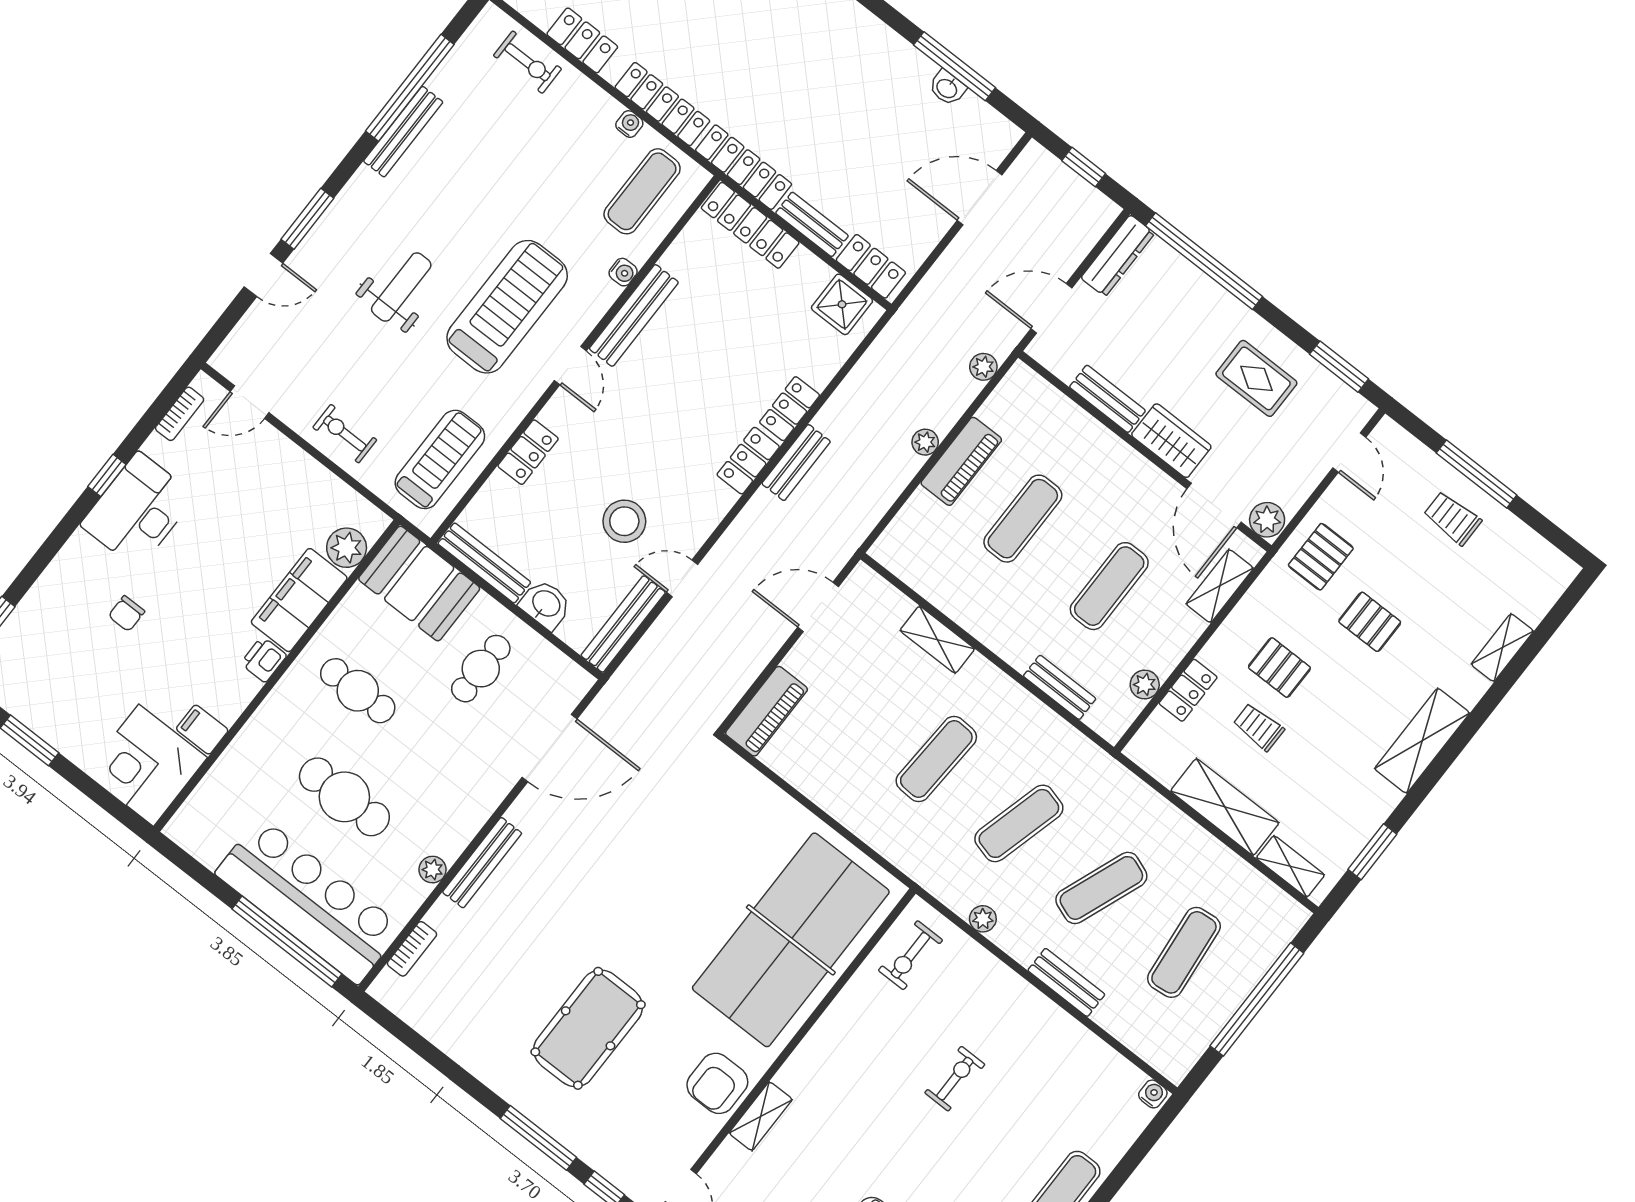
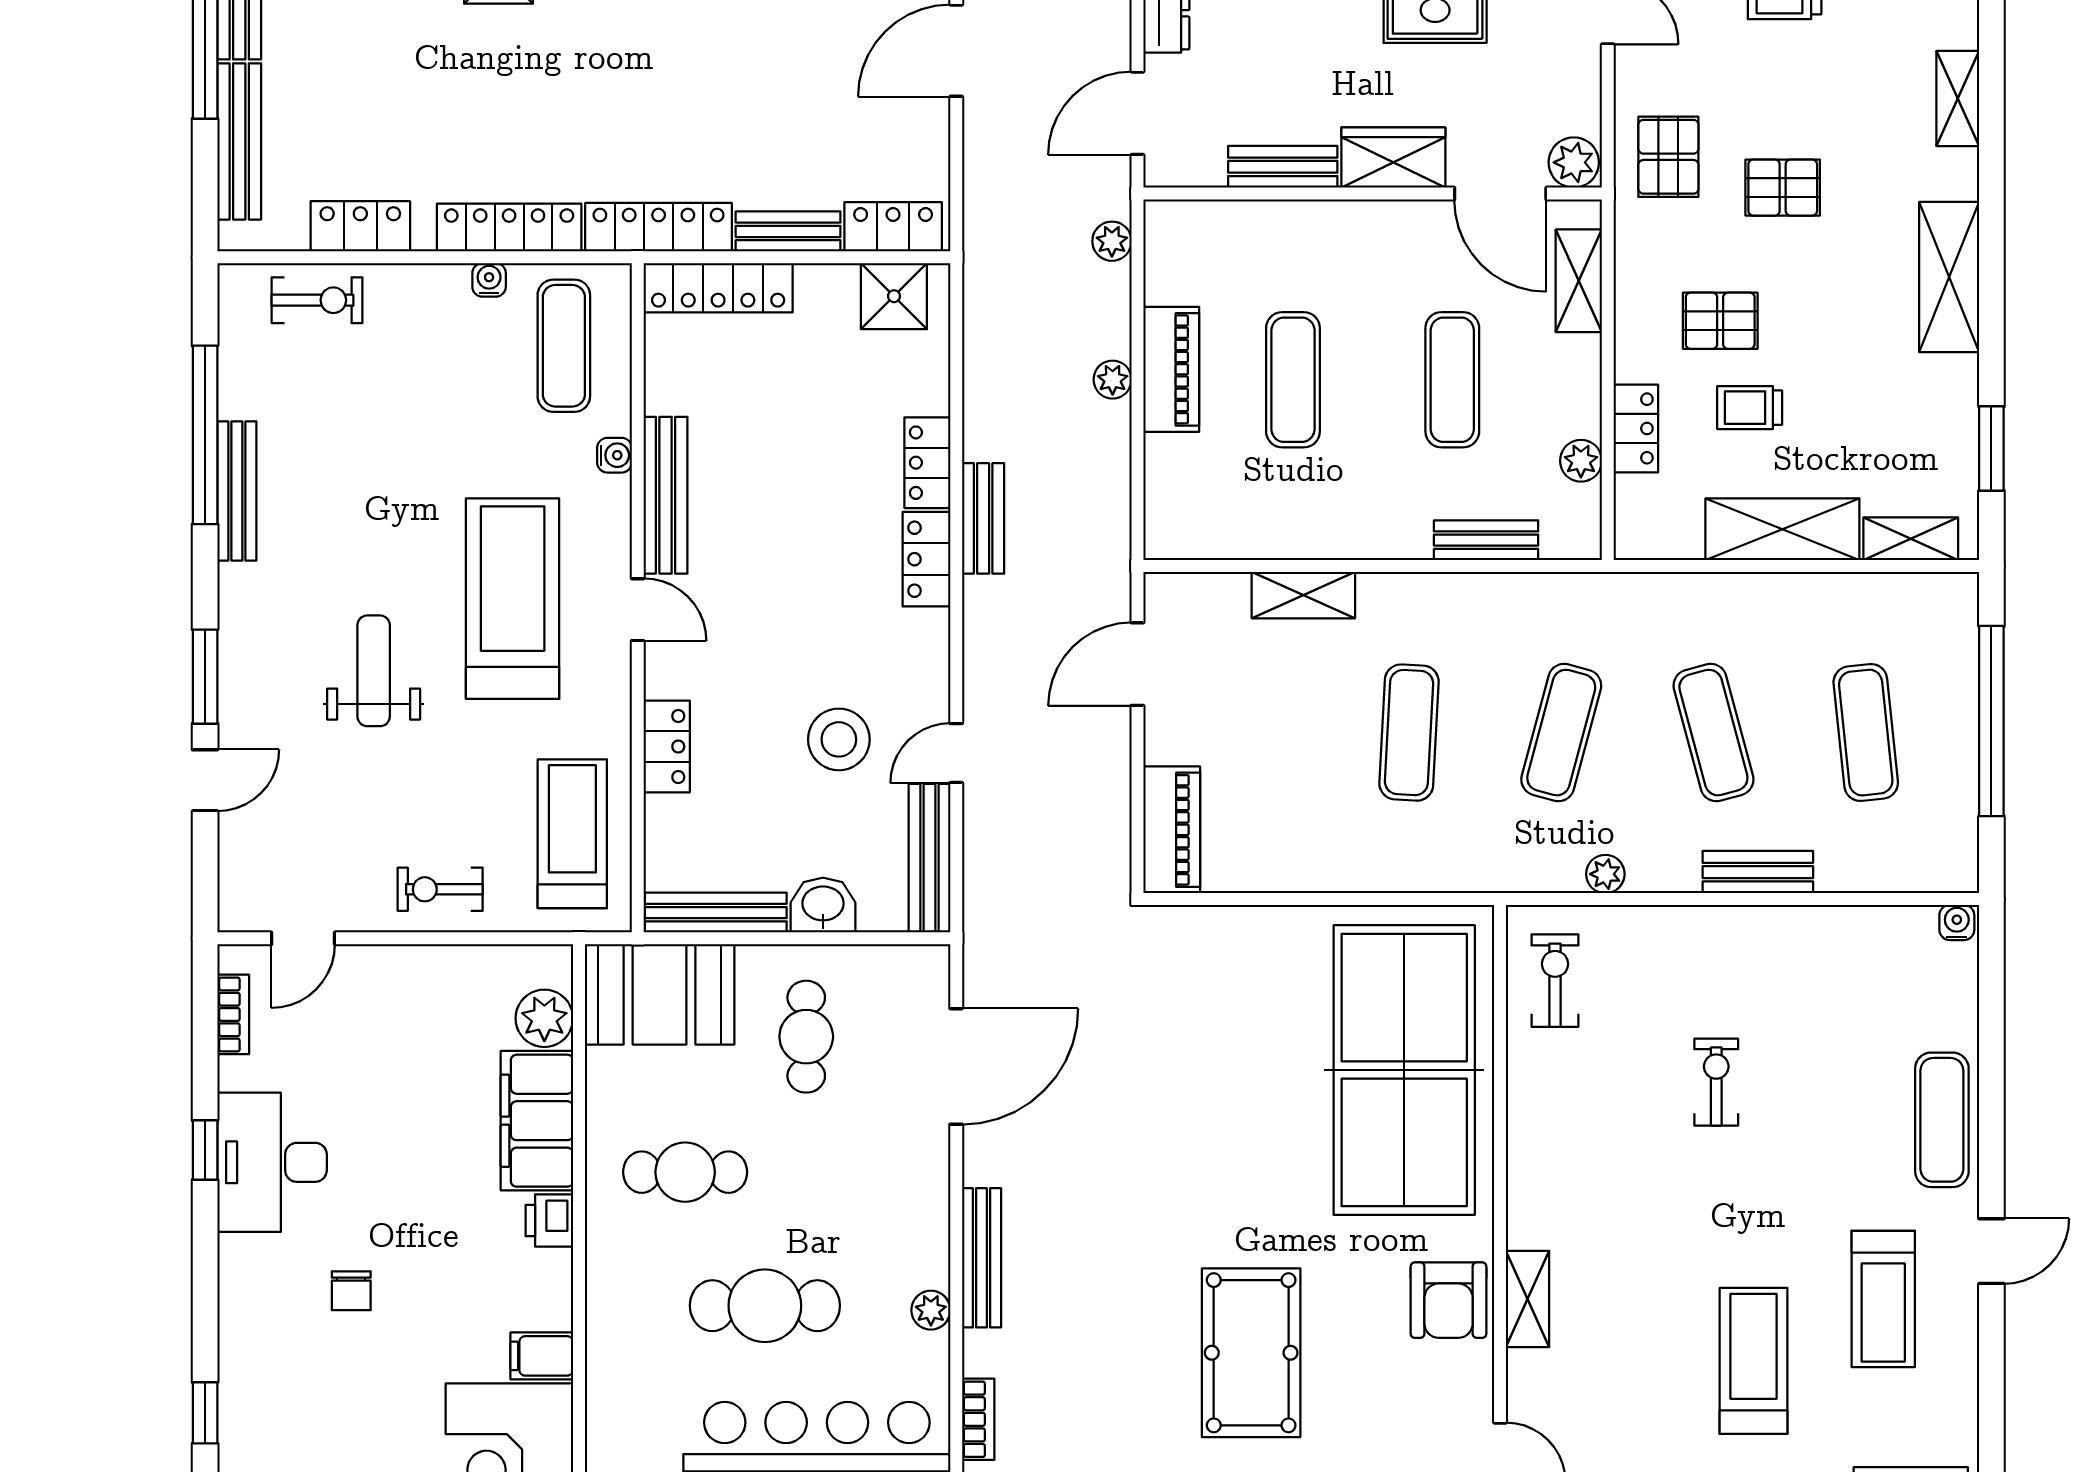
exercise mat: (1101, 888) -> (1713, 733), turned -36
exercise bike: (910, 955) -> (1555, 981), turned 180

